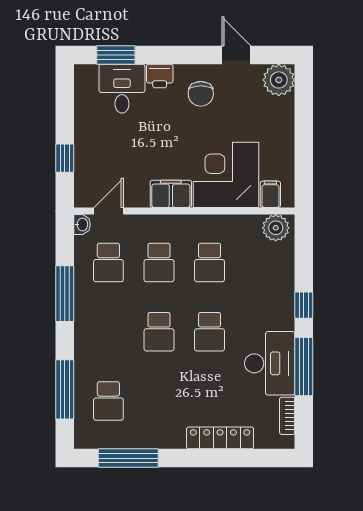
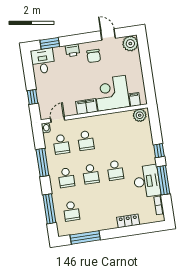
desk: (122, 89) -> (43, 61), moved
school desk: (210, 262) -> (66, 178), moved
locker: (220, 438) -> (128, 221), width x0.66

